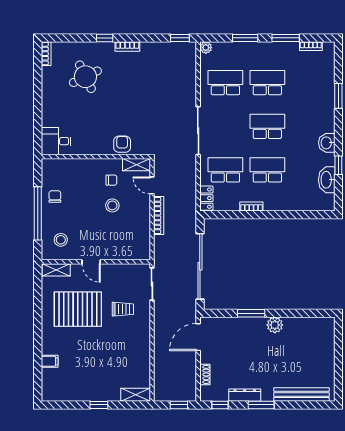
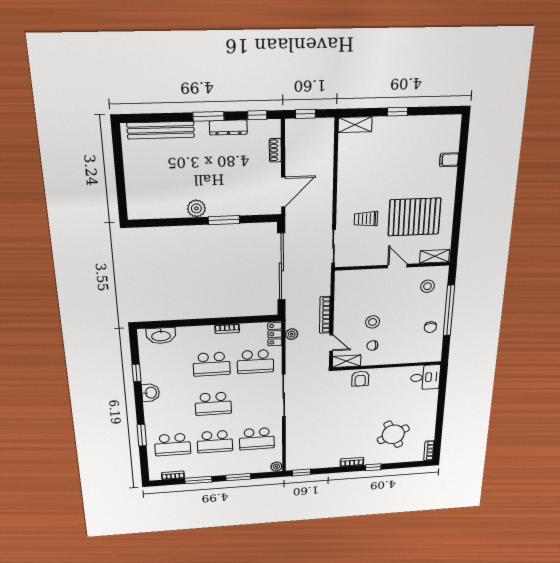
school desk: (309, 83) -> (173, 445), added
washbasin: (327, 180) -> (161, 336), moved, turned 90
plant: (190, 197) -> (292, 334), added

